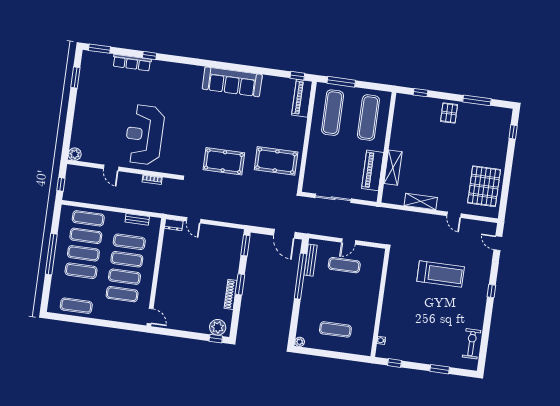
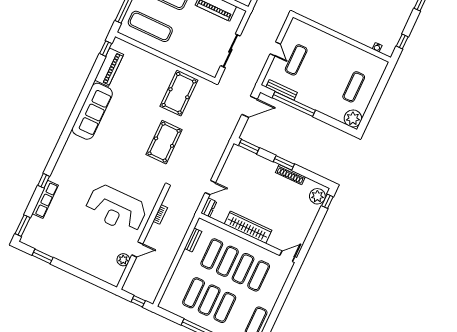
piano: (302, 98) -> (109, 67), moved, turned -90
plant: (75, 154) -> (123, 260), moved
exercise mat: (88, 218) -> (178, 285), removed
wardrobe: (166, 269) -> (248, 227), added
plant: (300, 342) -> (353, 119), width x1.88, depth x1.88

